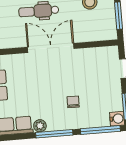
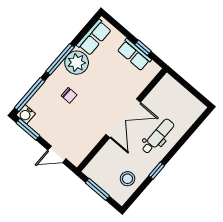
plant: (40, 126) -> (77, 63), width x1.87, depth x1.87

